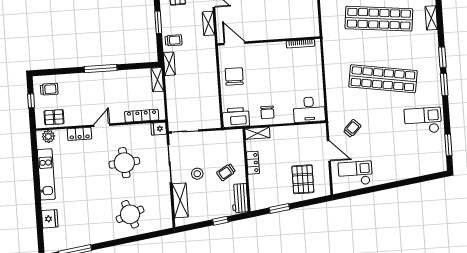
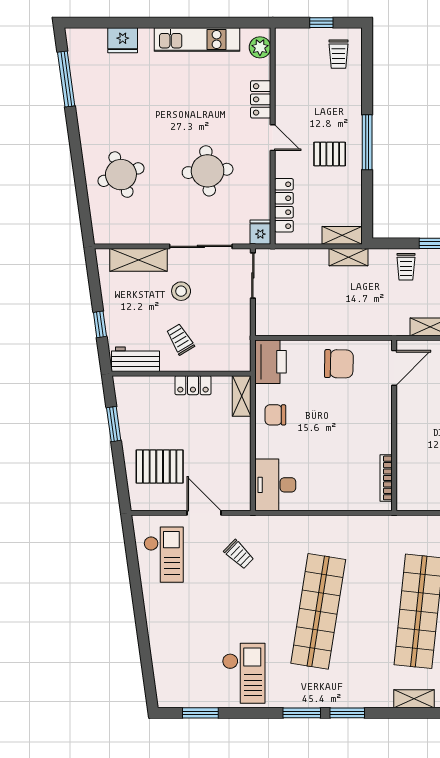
shelving: (169, 64) -> (349, 257), moved
pallet: (54, 117) -> (330, 154), moved, turned 90
door: (329, 151) -> (204, 513), swing flipped

